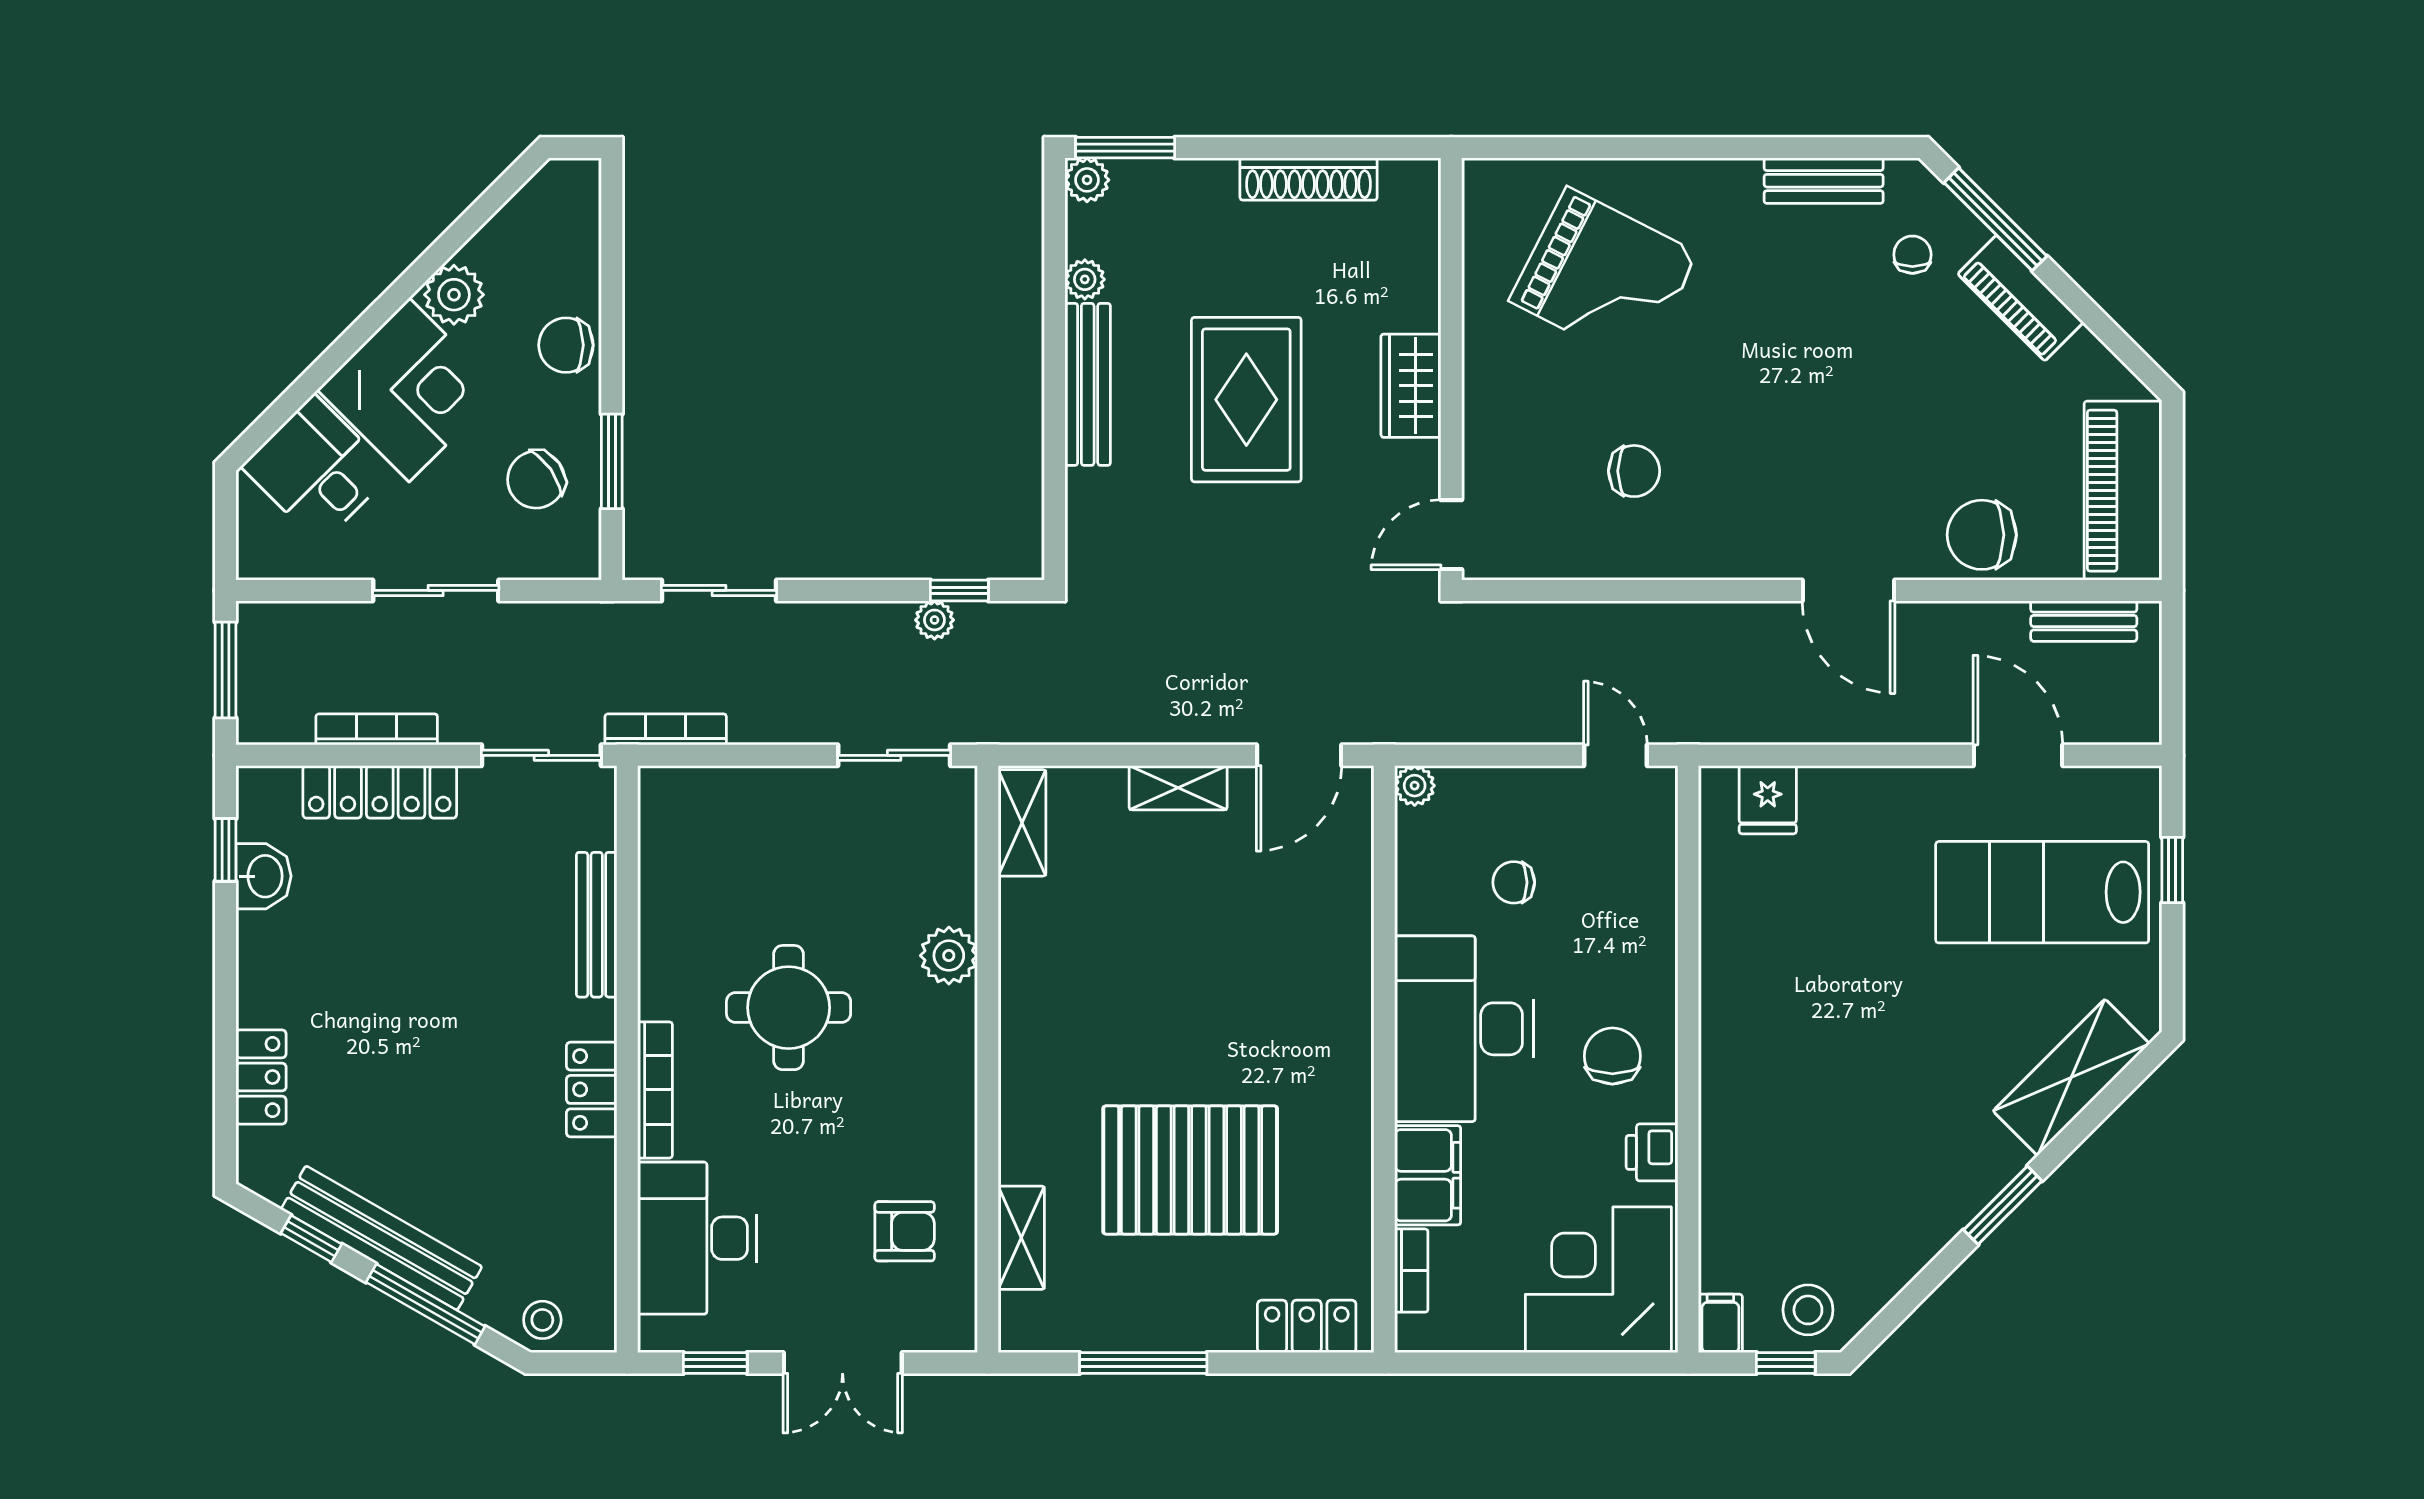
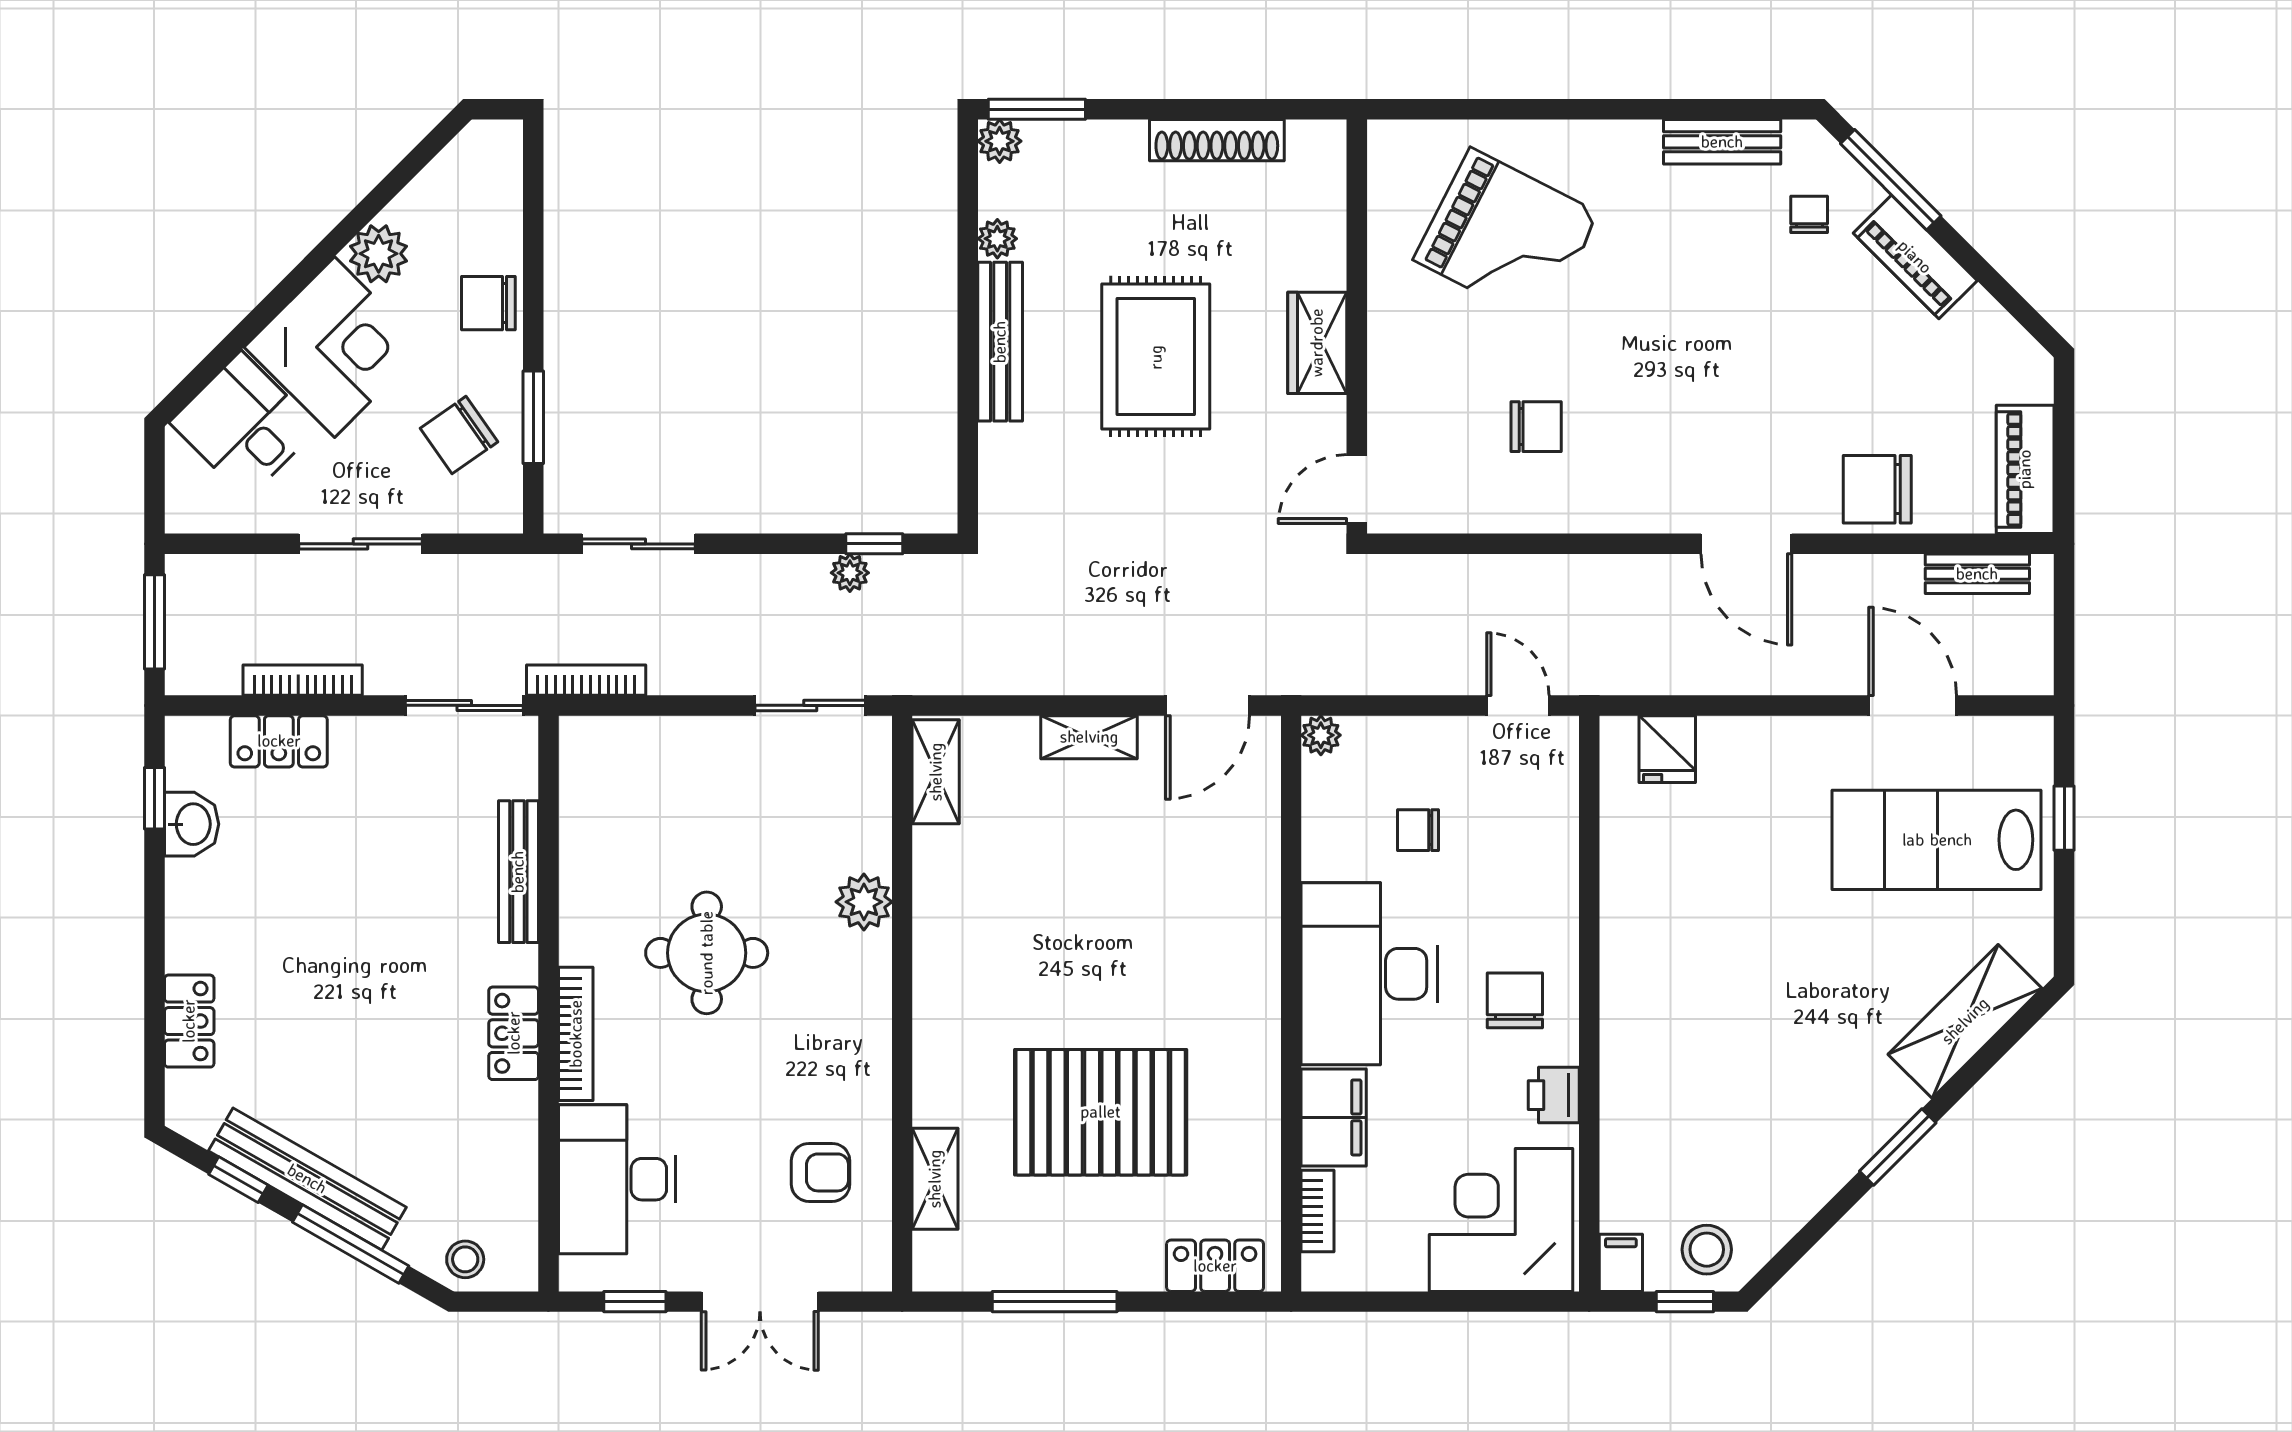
piano: (2123, 491) -> (2025, 469), width x0.73, depth x0.75
locker: (380, 792) -> (279, 741), width x0.66

